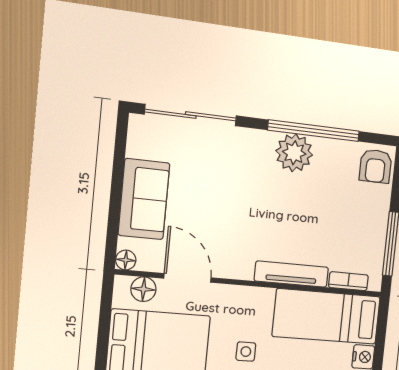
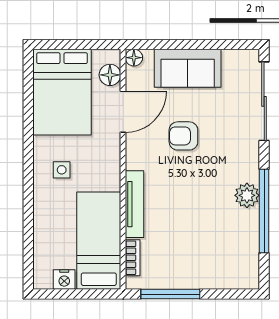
plant: (294, 153) -> (247, 195), width x0.73, depth x0.73
armchair: (376, 166) -> (183, 136), moved

